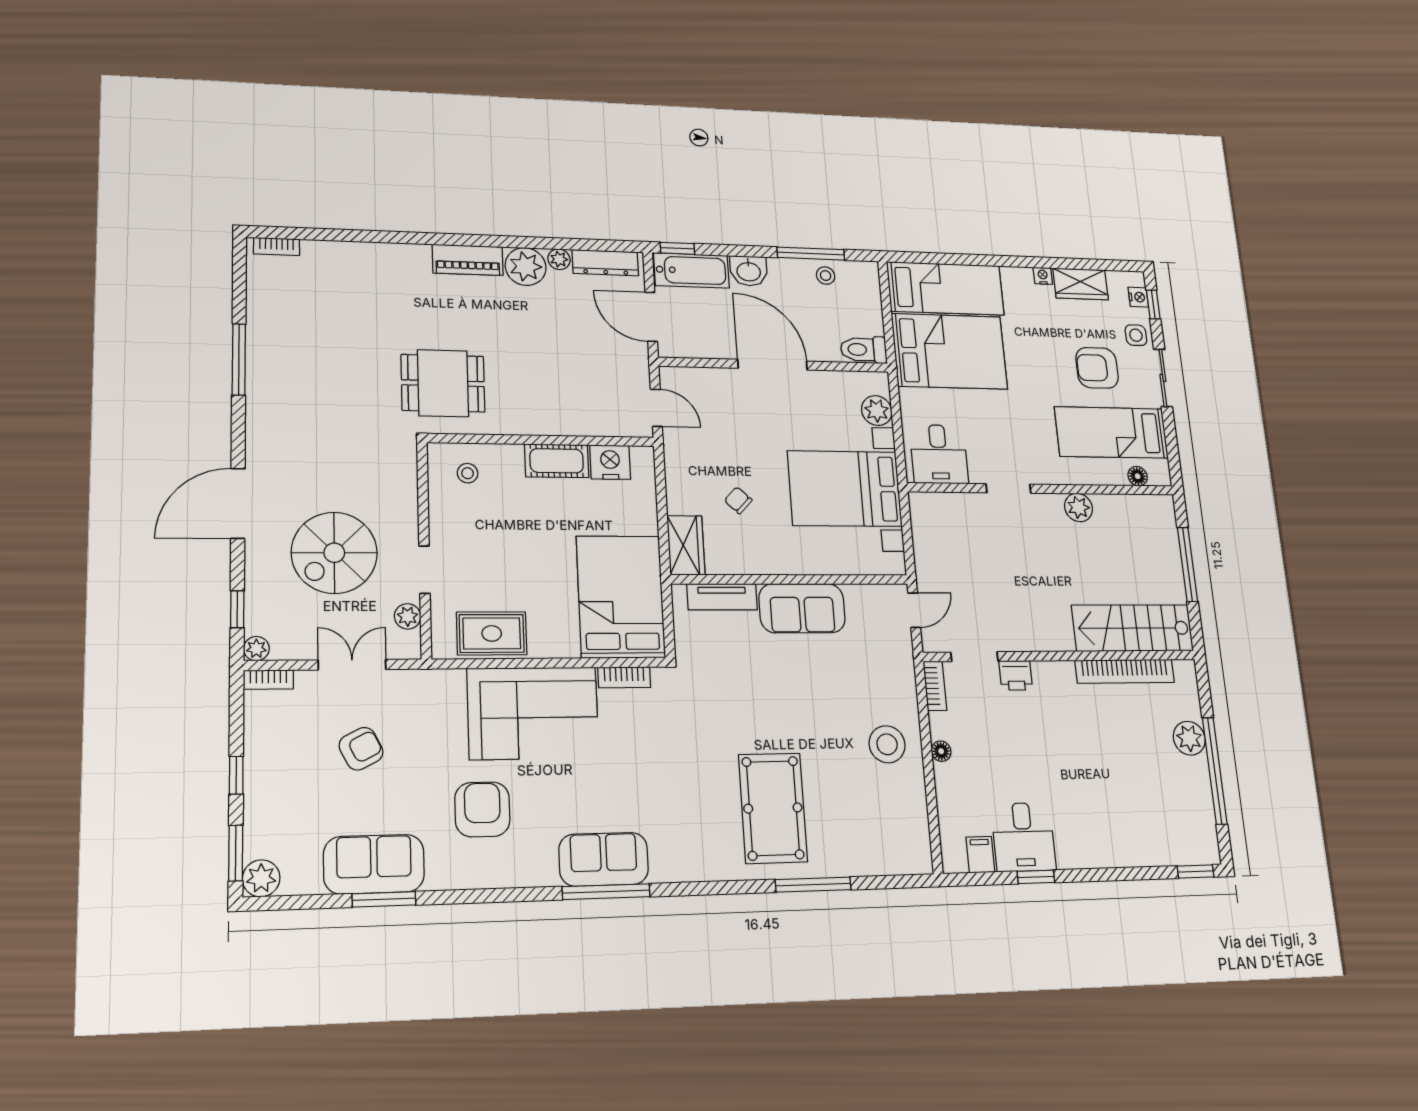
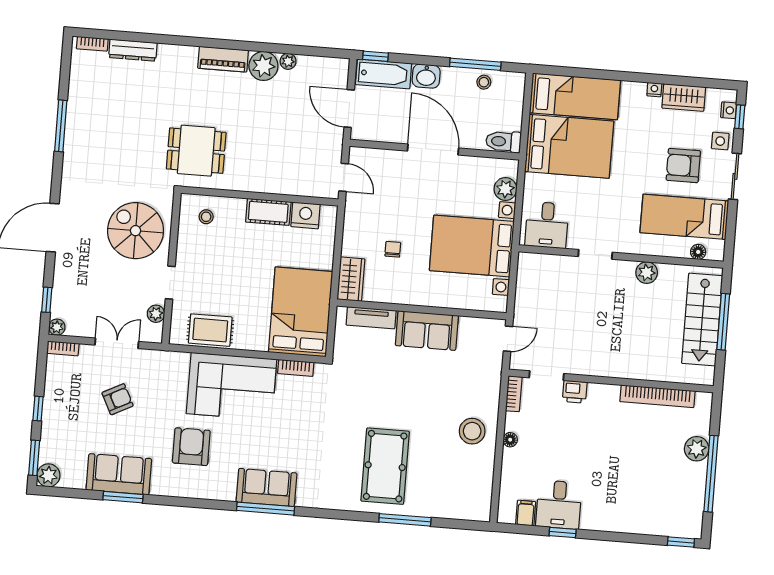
dresser: (605, 263) -> (133, 50), moved
chair: (738, 500) -> (393, 249), turned 47
spiral stairs: (334, 553) -> (136, 231), moved, turned 90
stairs: (1133, 628) -> (702, 320), moved, turned -90

